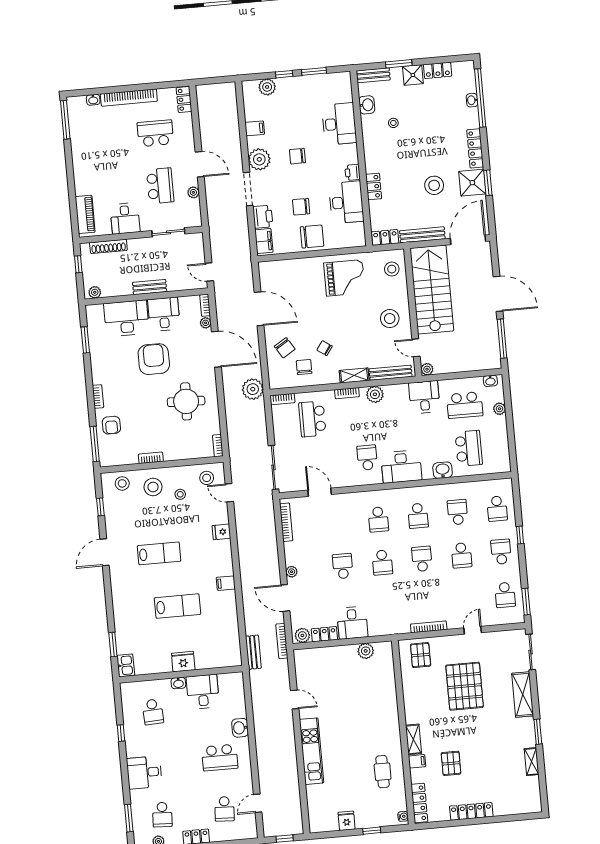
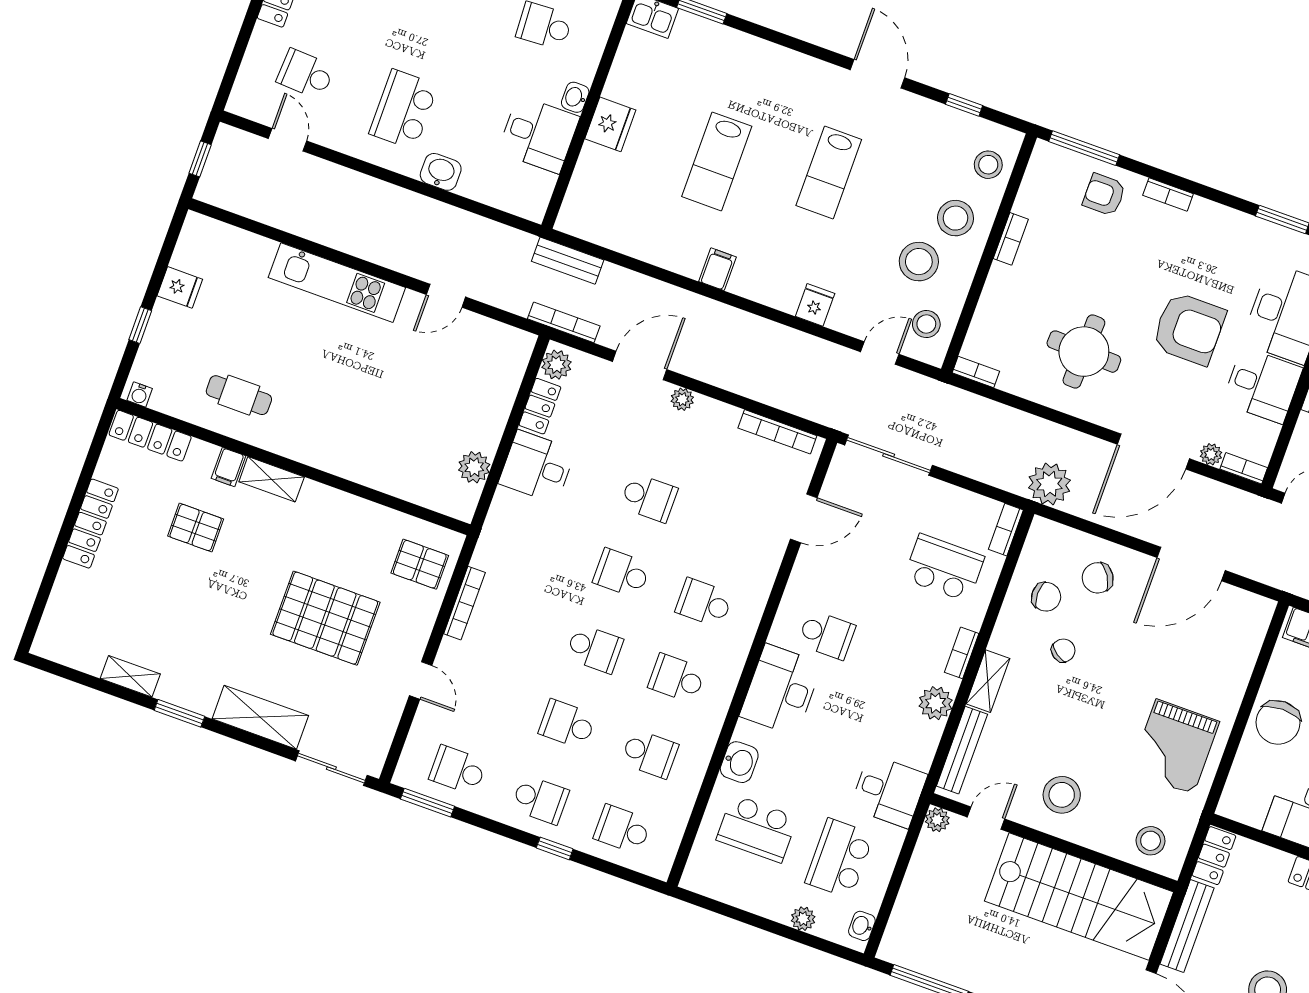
stool: (180, 494) -> (919, 262), width x1.89, depth x1.89

